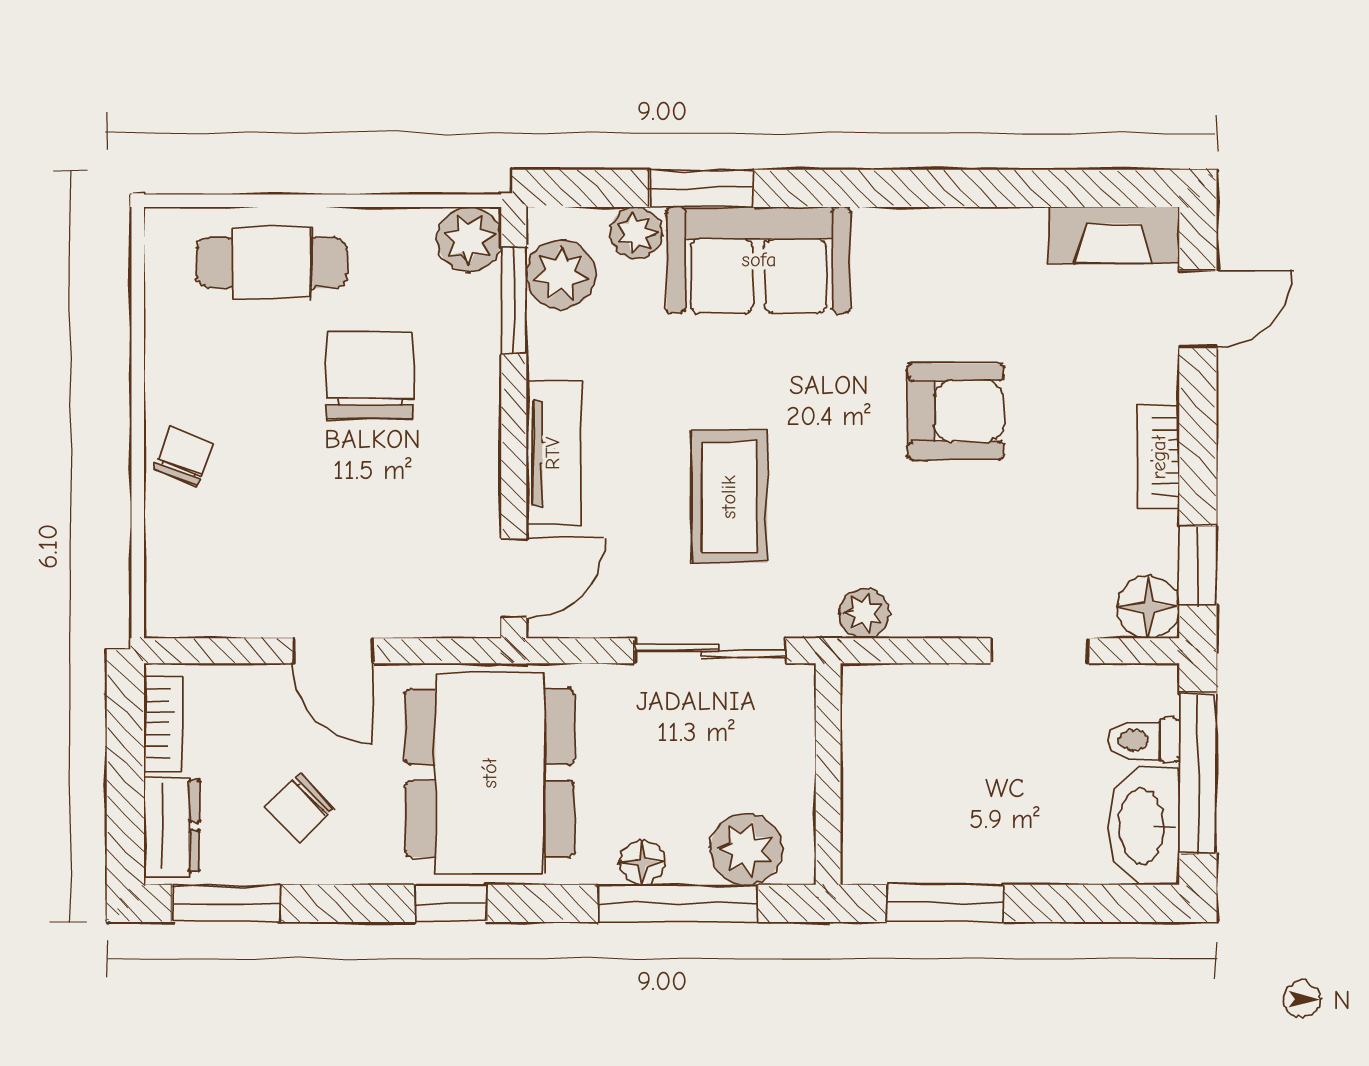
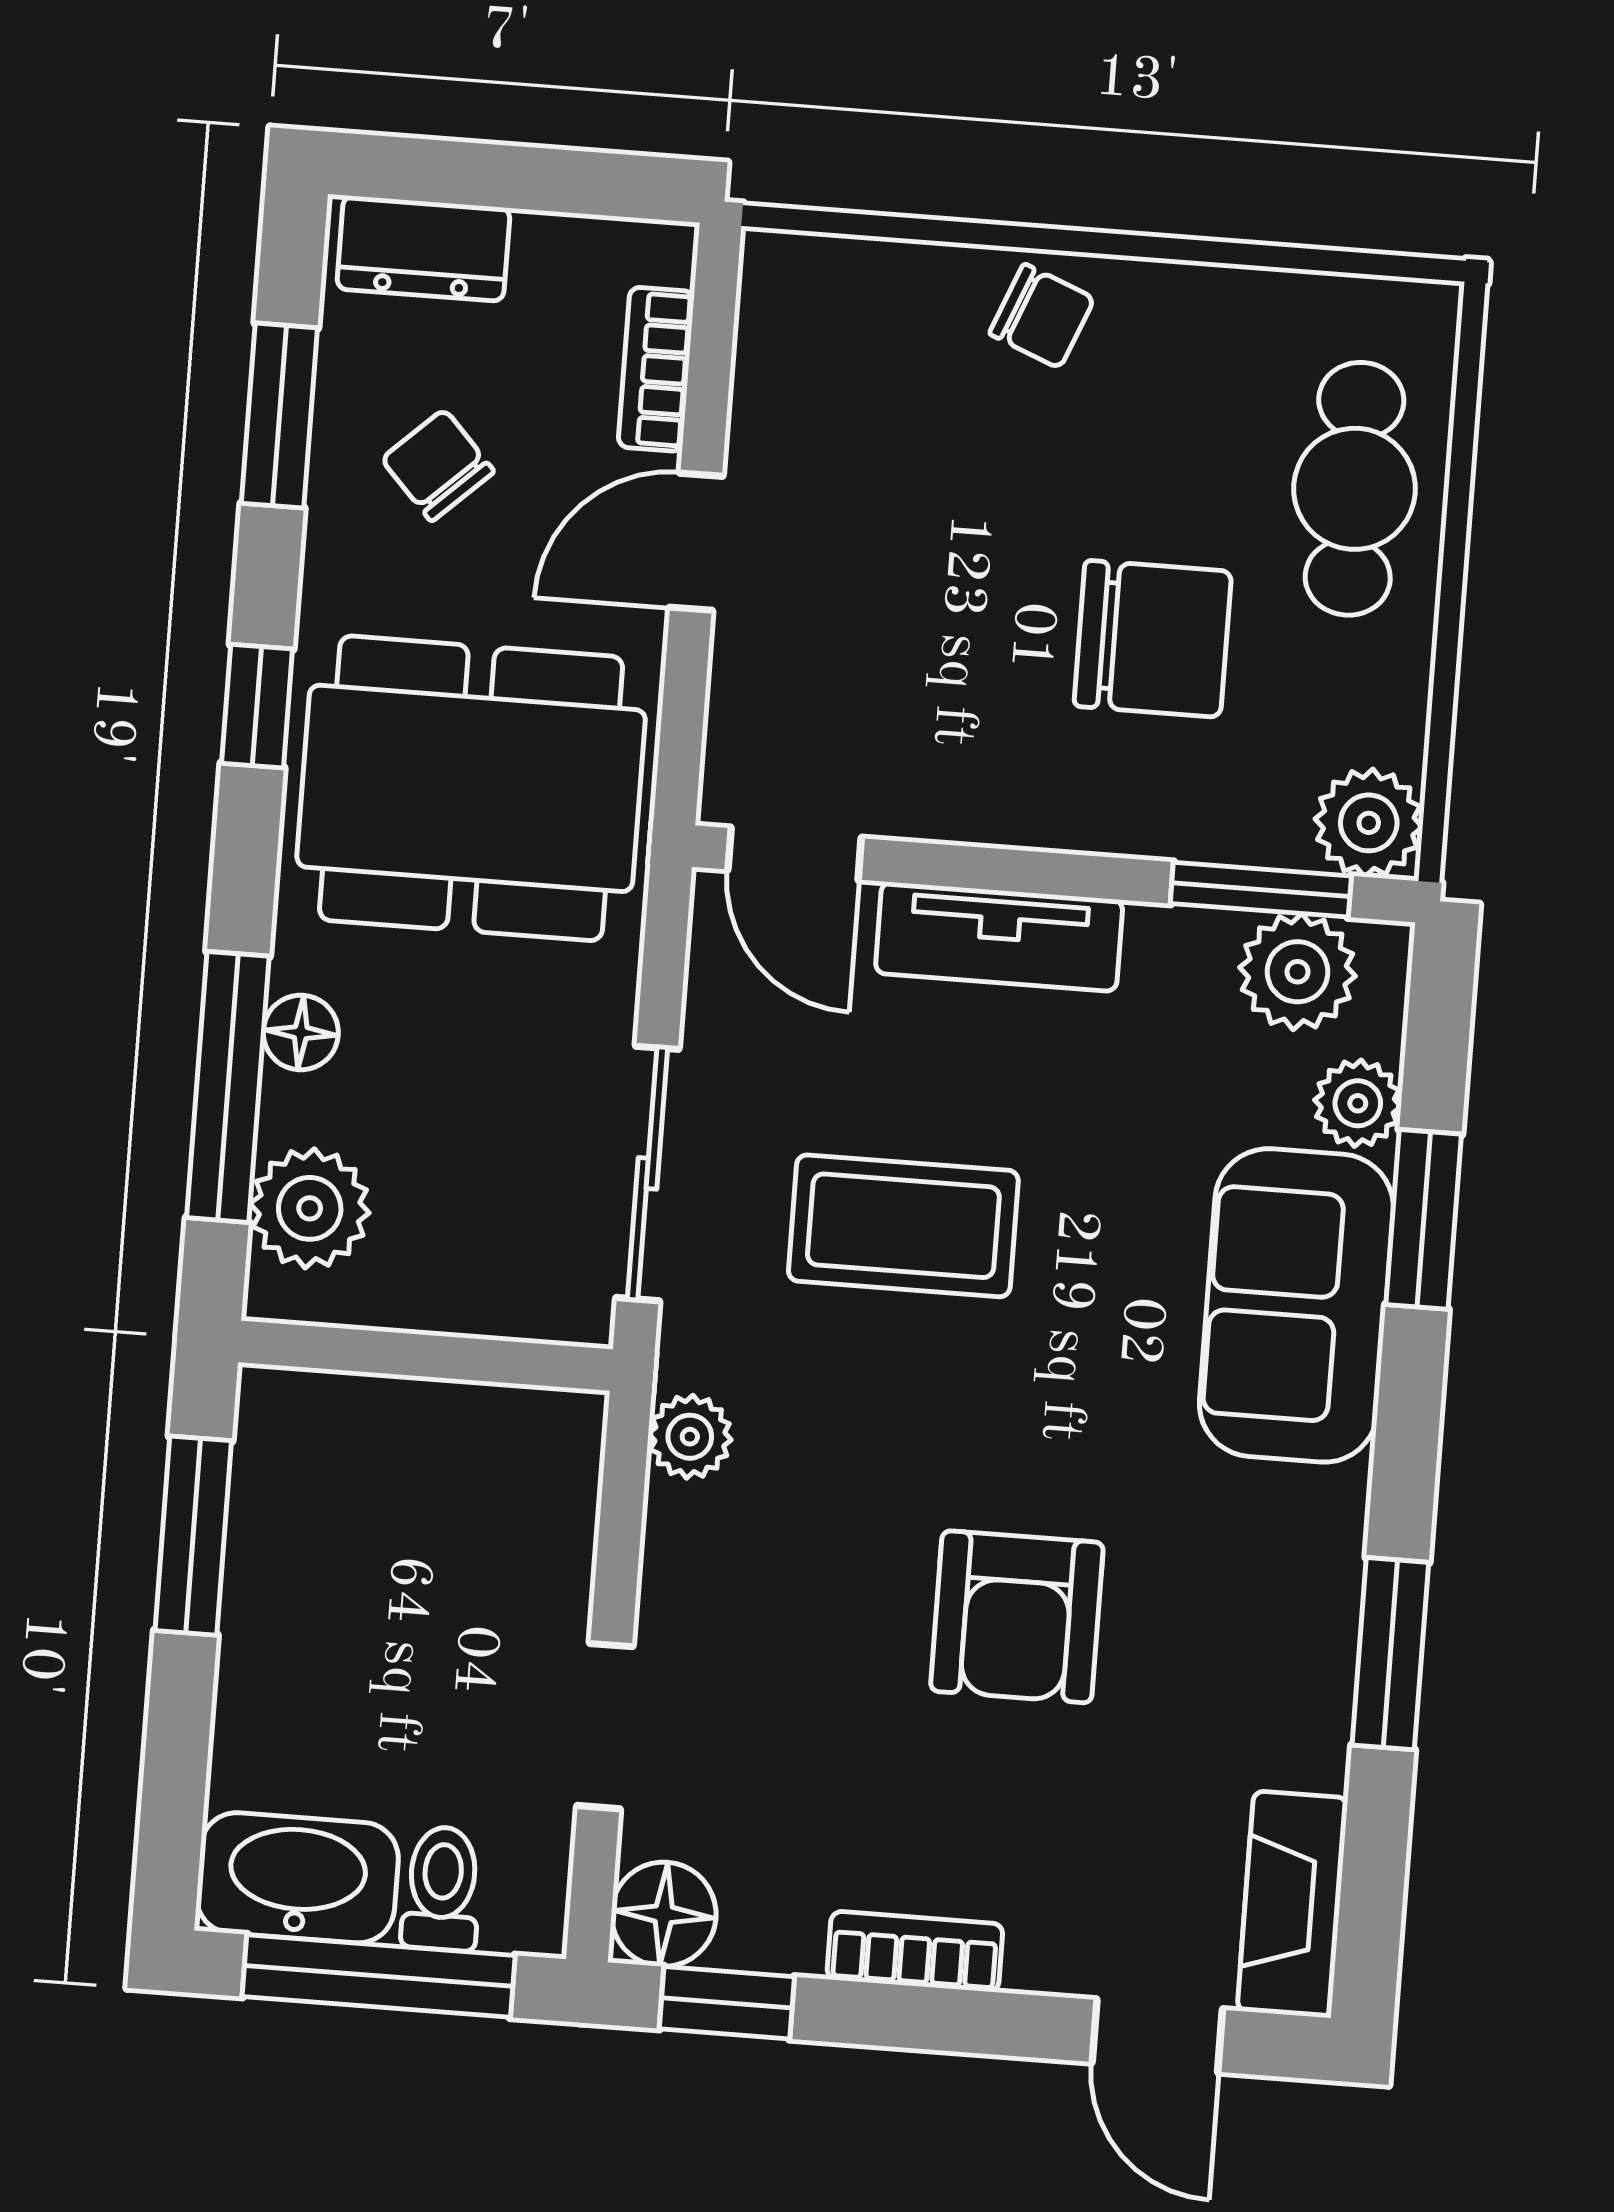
window: (961, 188) -> (1390, 1654), added
bookcase: (163, 723) -> (656, 369), moved, turned 90
window: (226, 903) -> (279, 416), moved

